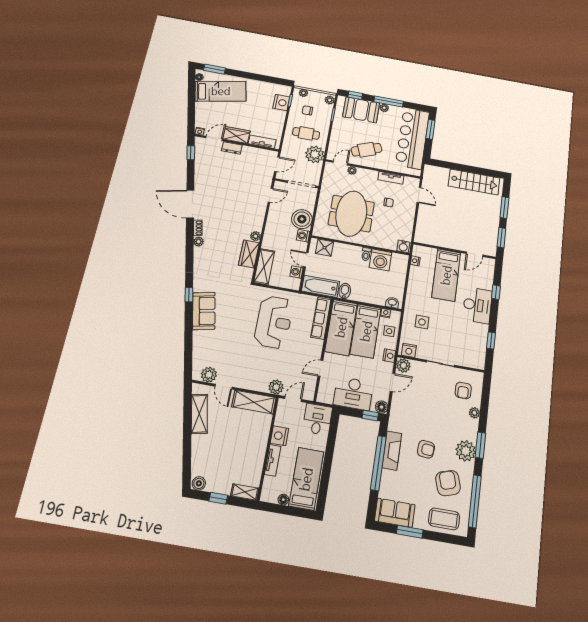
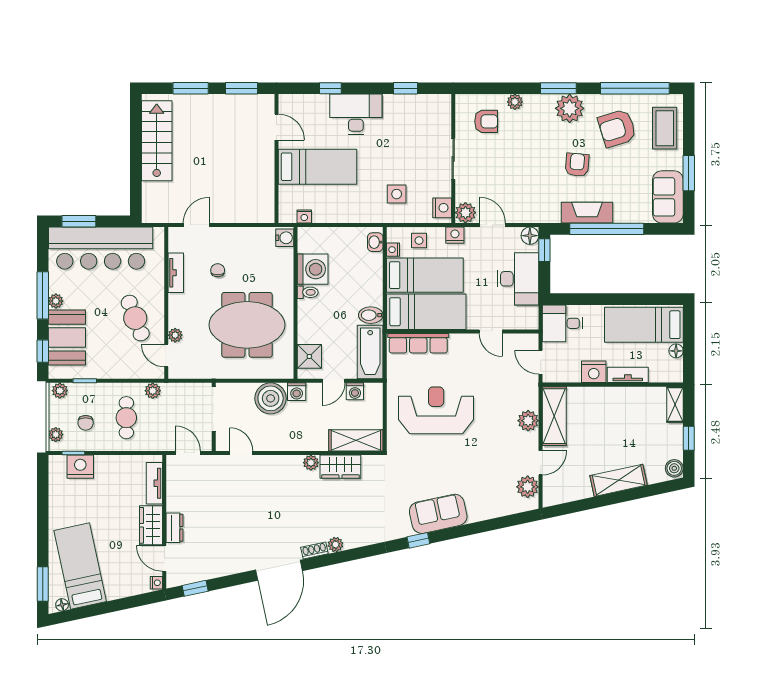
plant: (315, 154) -> (153, 391), width x0.53, depth x0.53
plant: (276, 387) -> (528, 421), moved
shelving: (199, 414) -> (619, 480), moved

